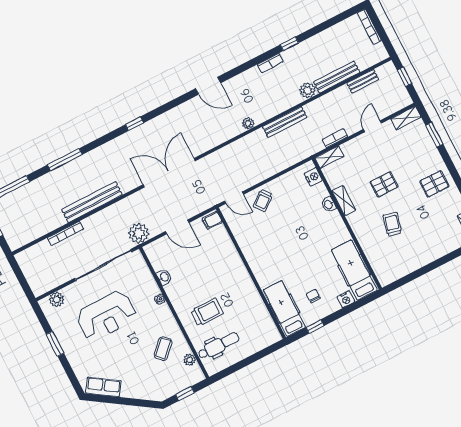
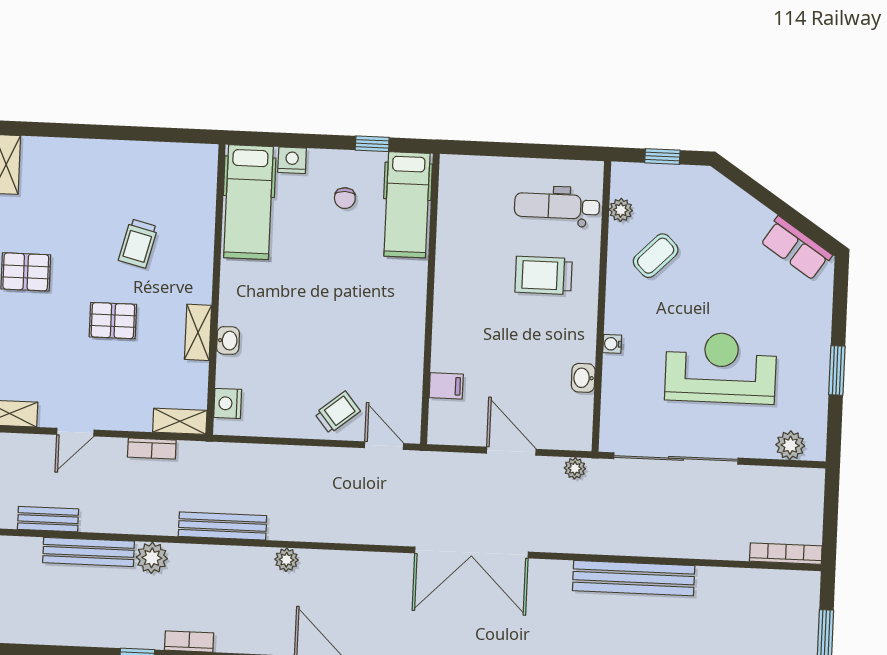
filing cabinet: (212, 220) -> (446, 386), moved
bookcase: (65, 233) -> (786, 554), moved
plant: (139, 233) -> (575, 468), width x0.53, depth x0.53

